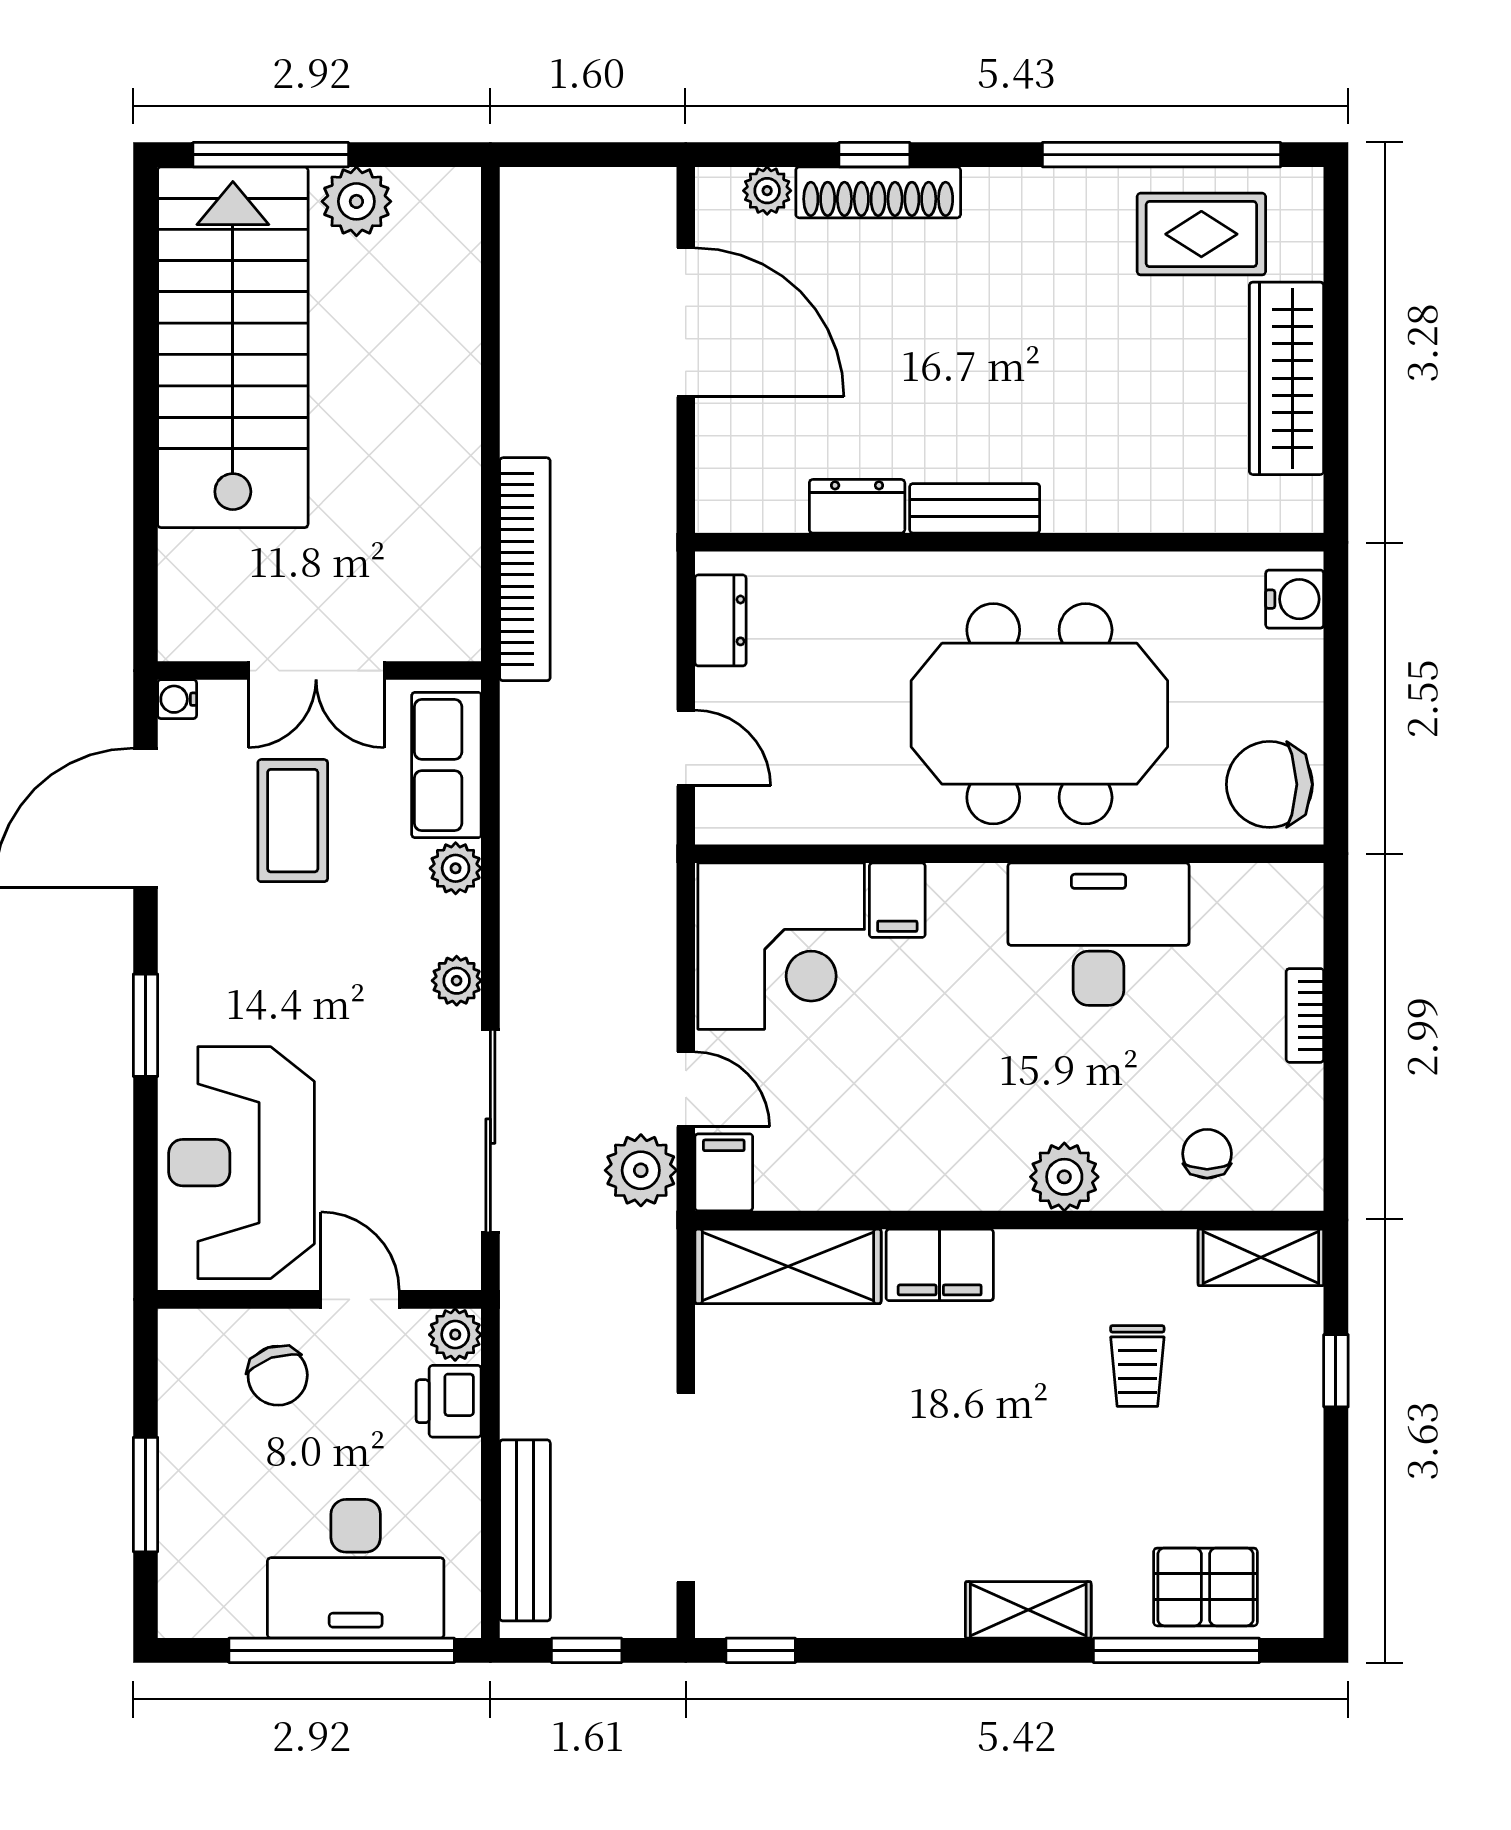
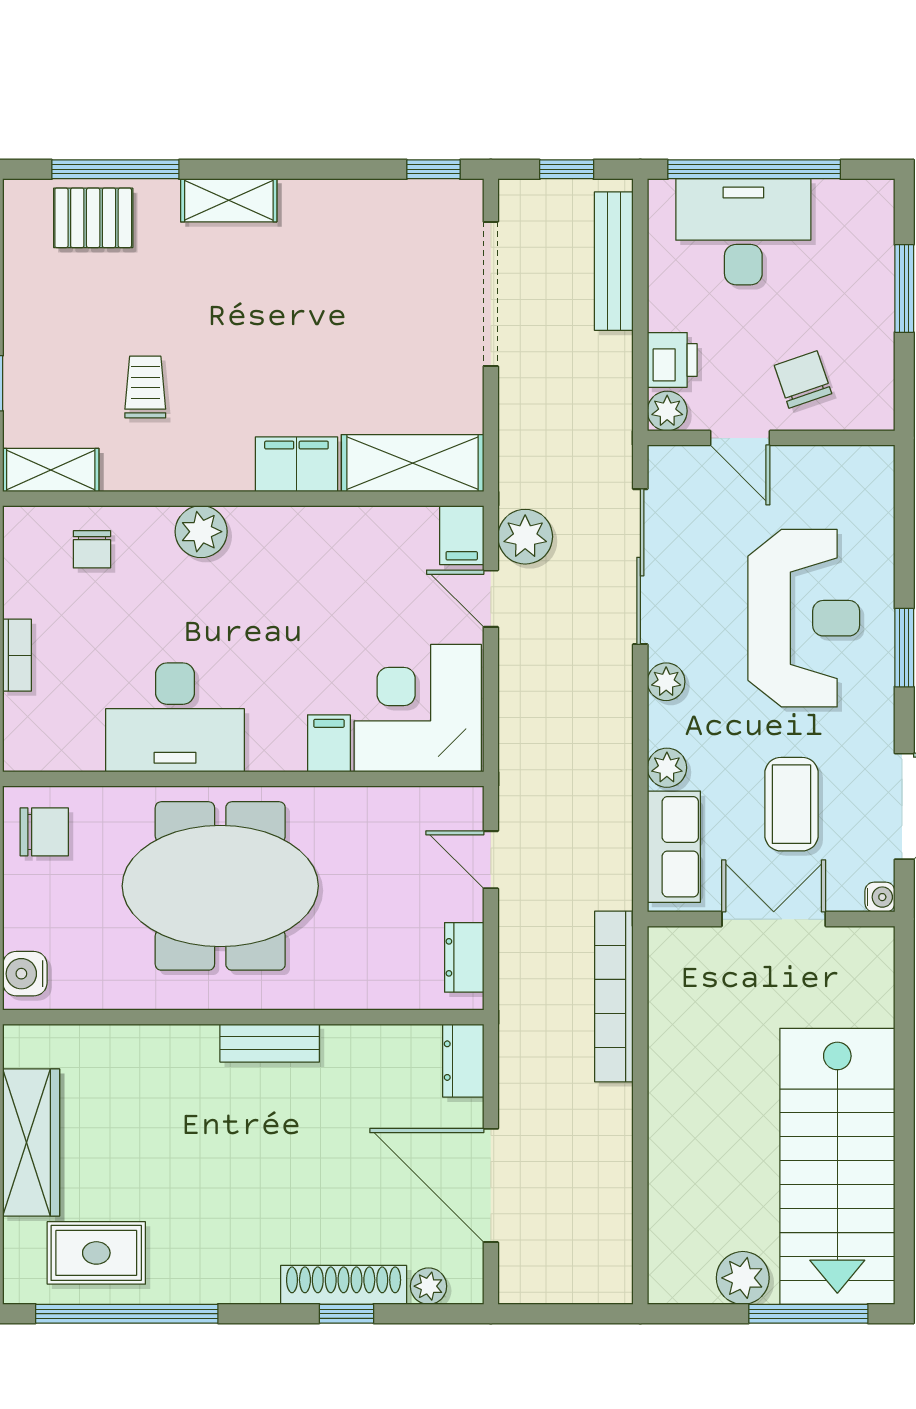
dresser: (857, 506) -> (463, 1061), moved, turned 90
chair: (1269, 784) -> (44, 832), width x0.73, depth x0.73
reception desk: (242, 1163) -> (804, 618), moved

